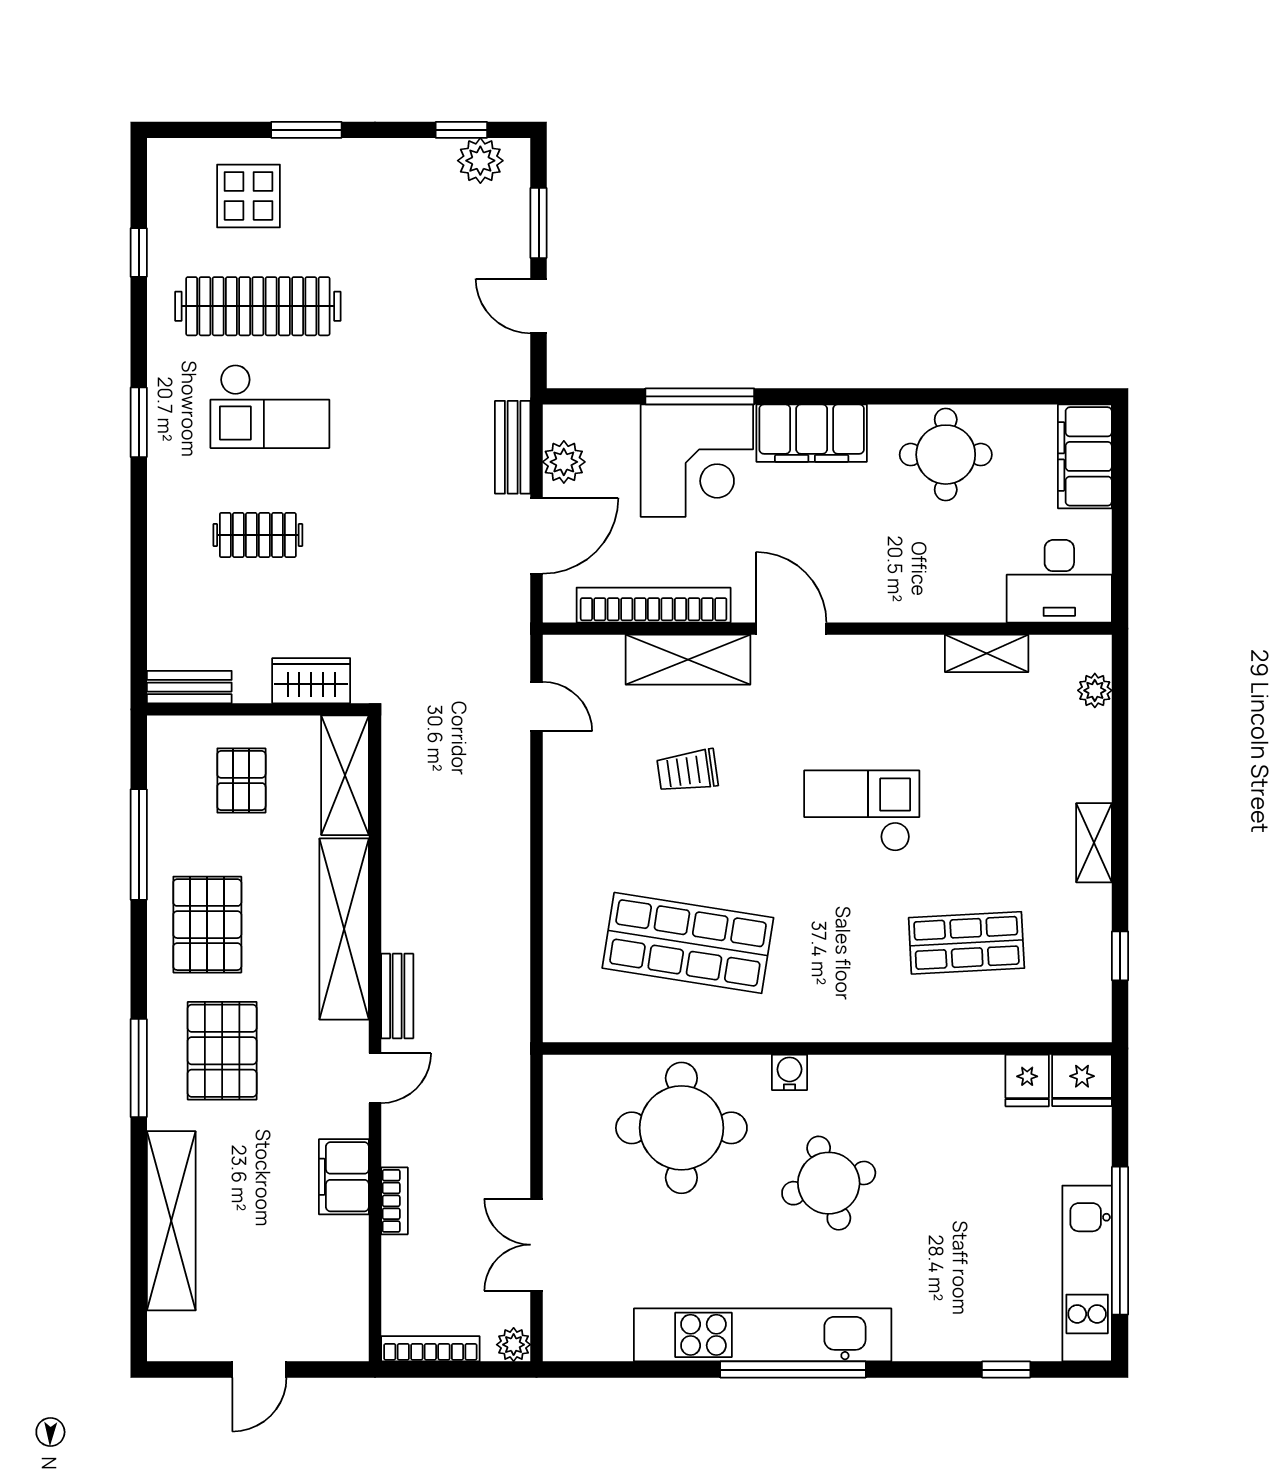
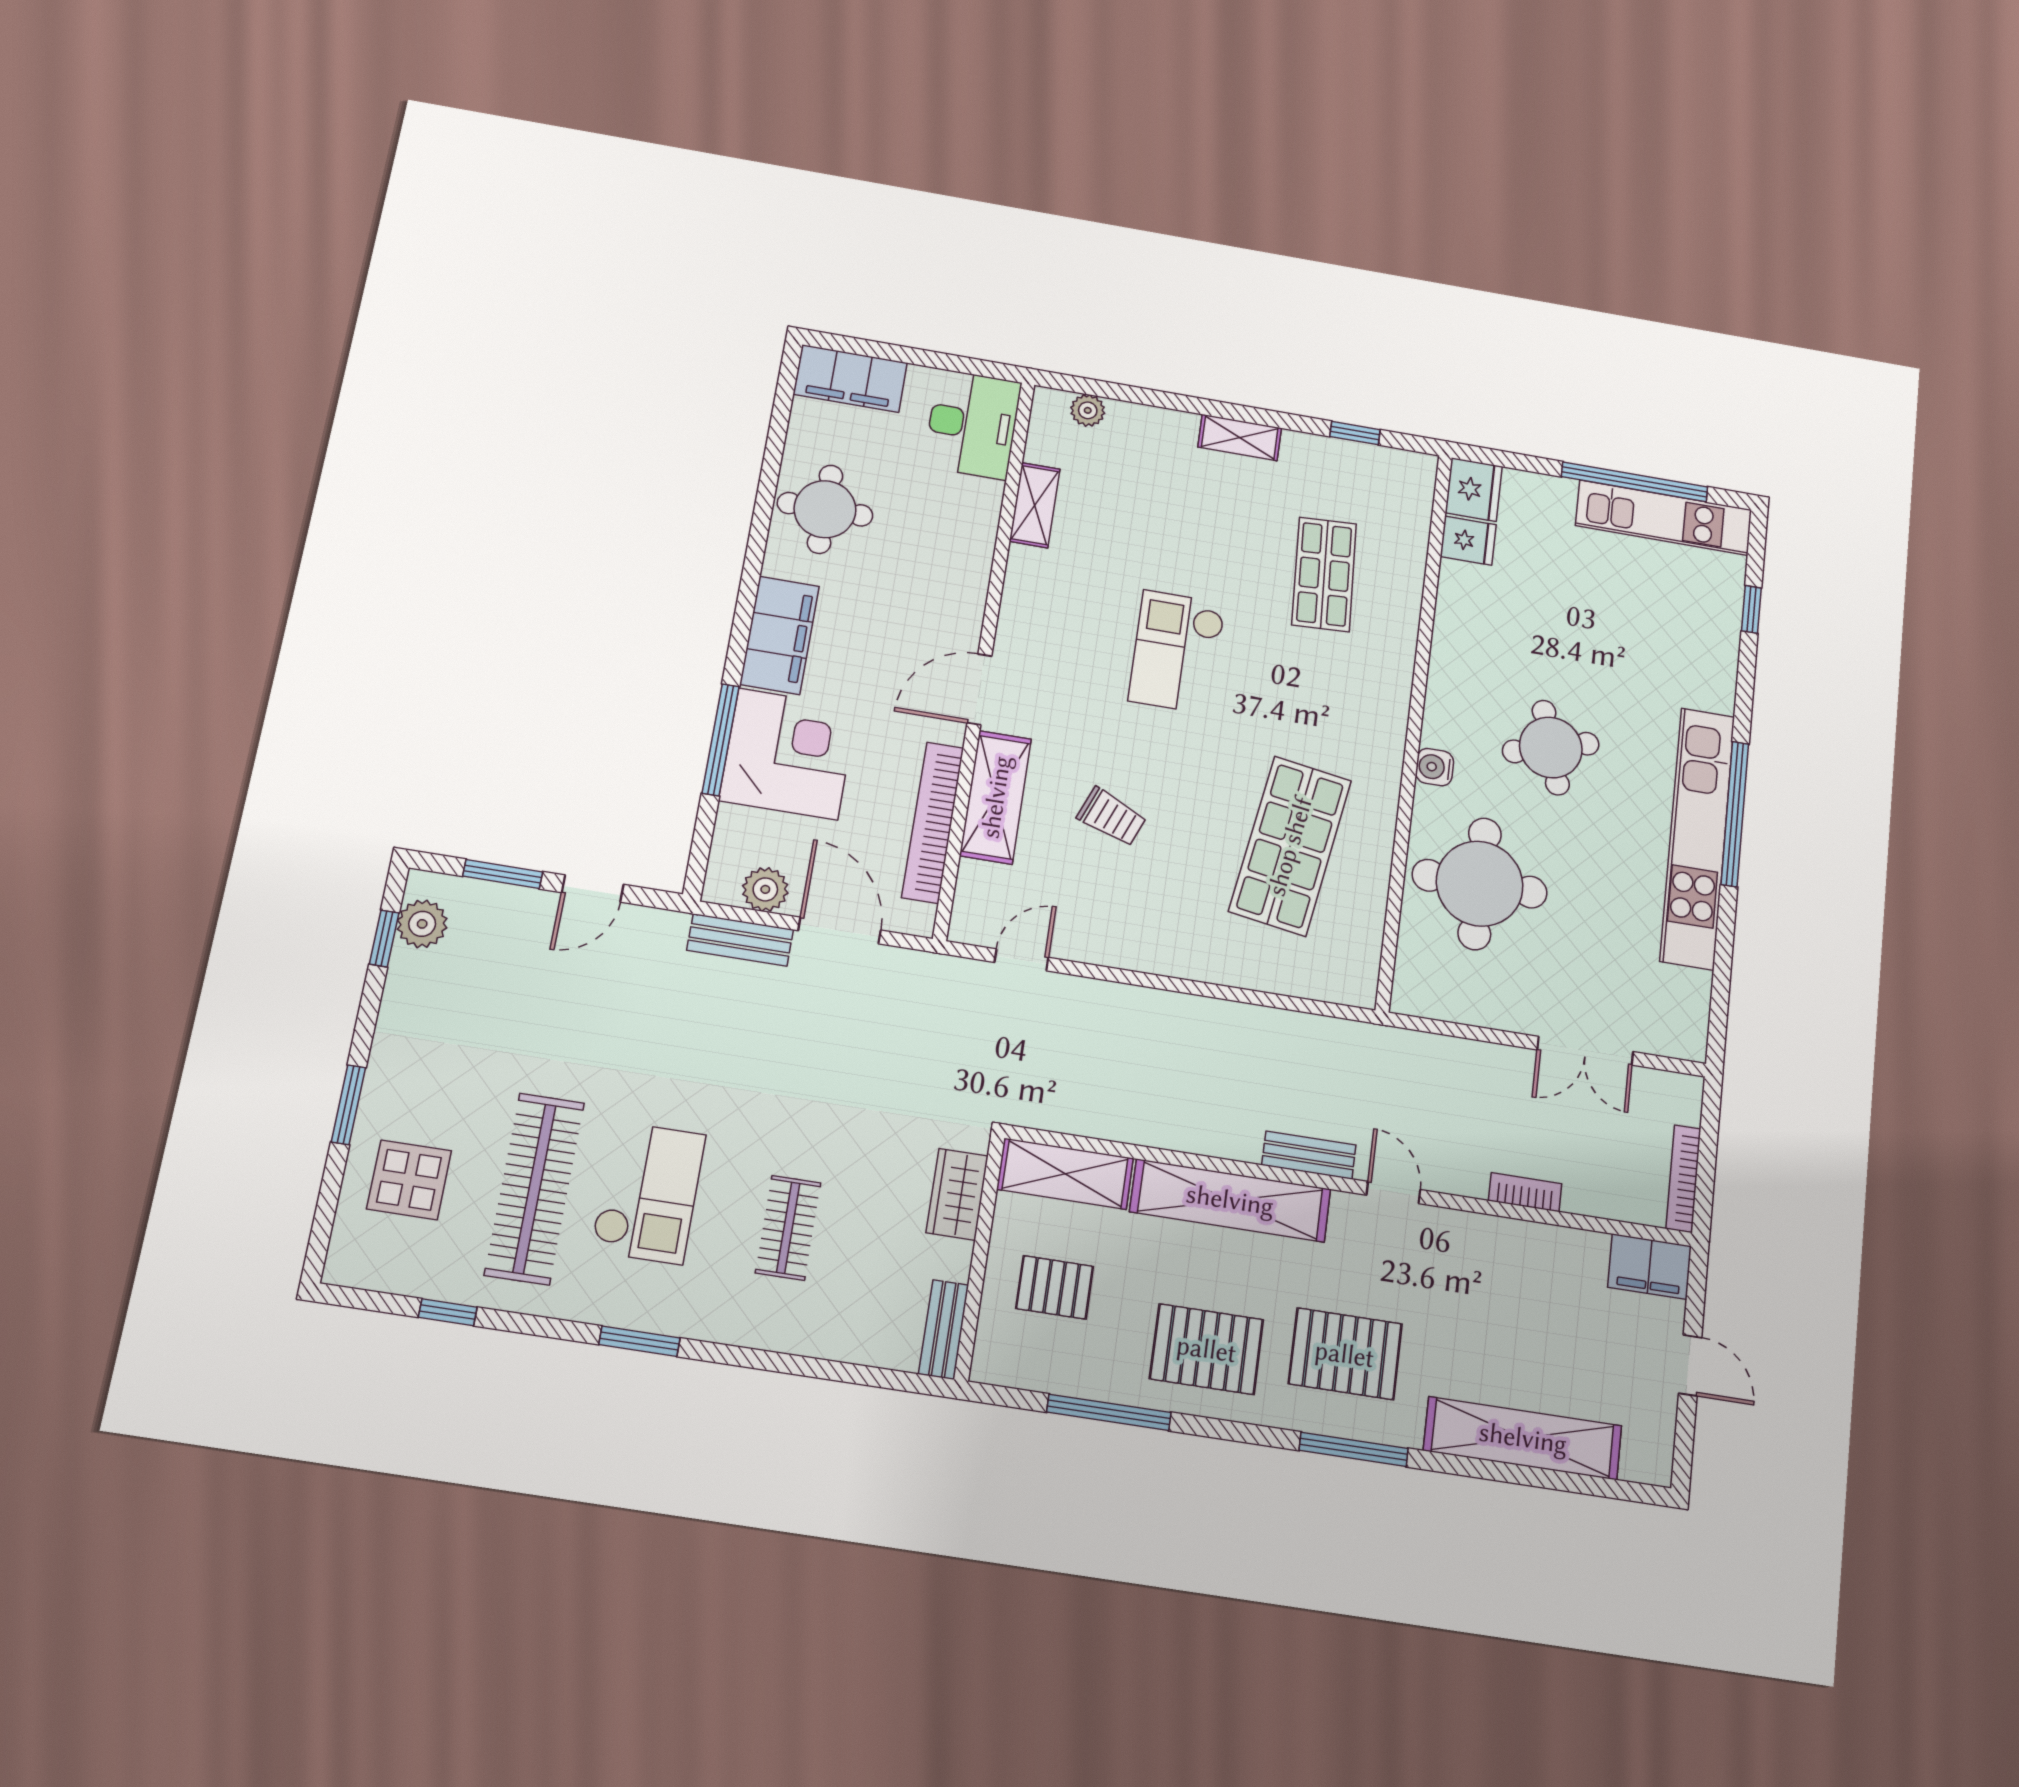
trolley: (687, 771) -> (1112, 817), turned -60
filing cabinet: (344, 1177) -> (1650, 1266), moved
plant: (514, 1345) -> (1686, 1091), removed

